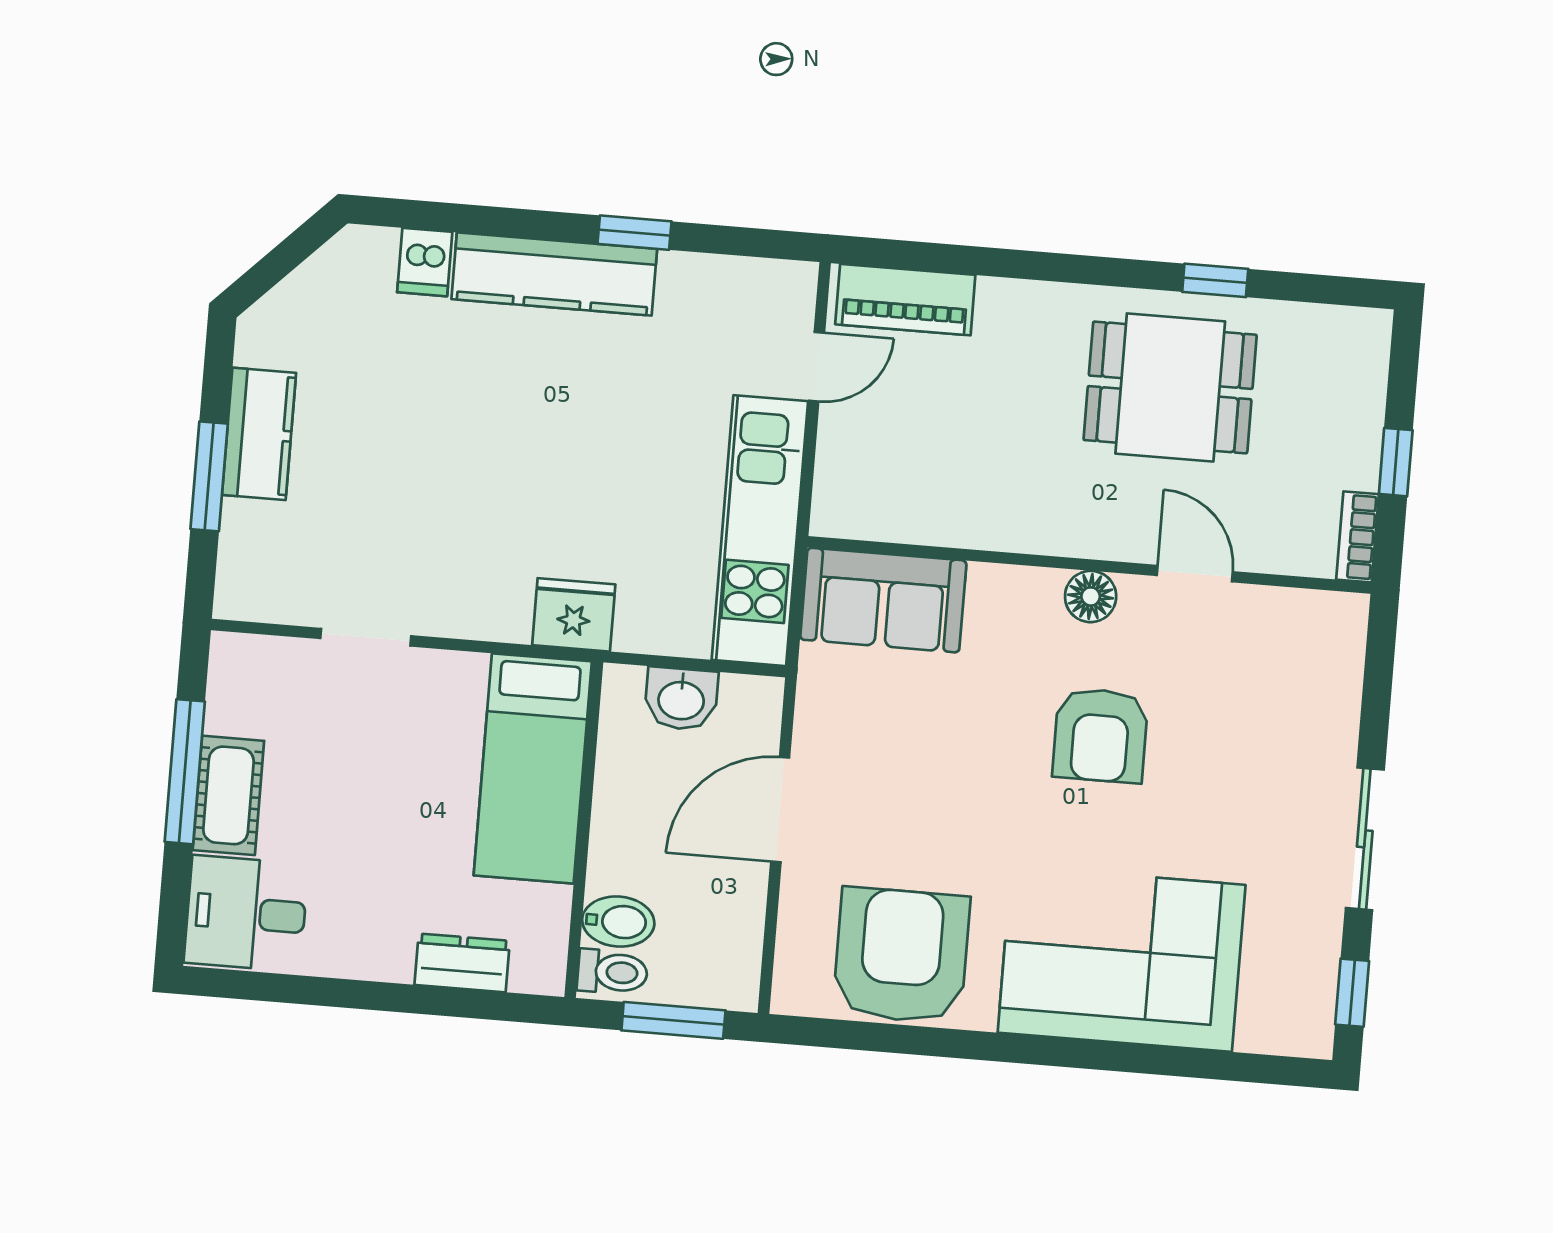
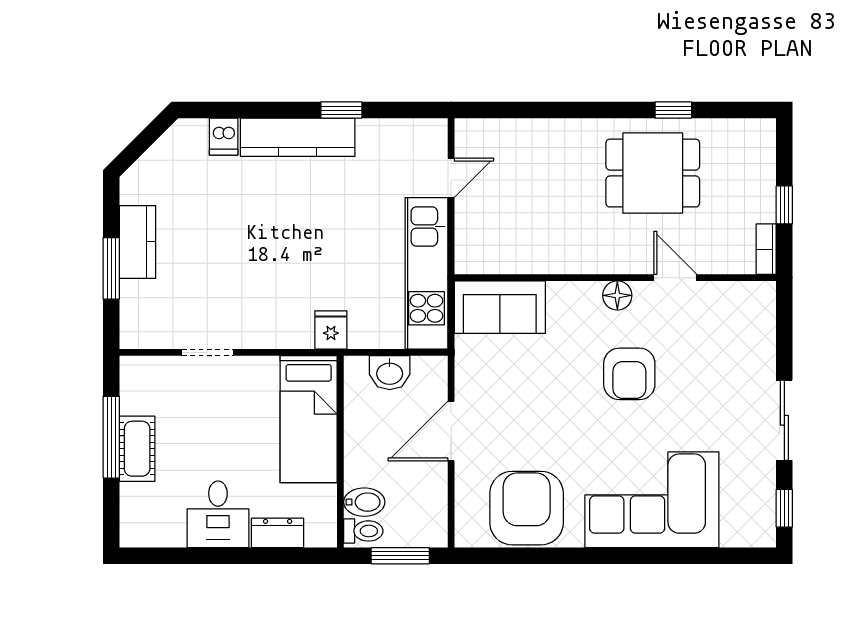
piano: (905, 300) -> (498, 136), removed
fridge: (574, 615) -> (331, 330), width x0.72
desk: (246, 913) -> (218, 514), moved, turned -90

